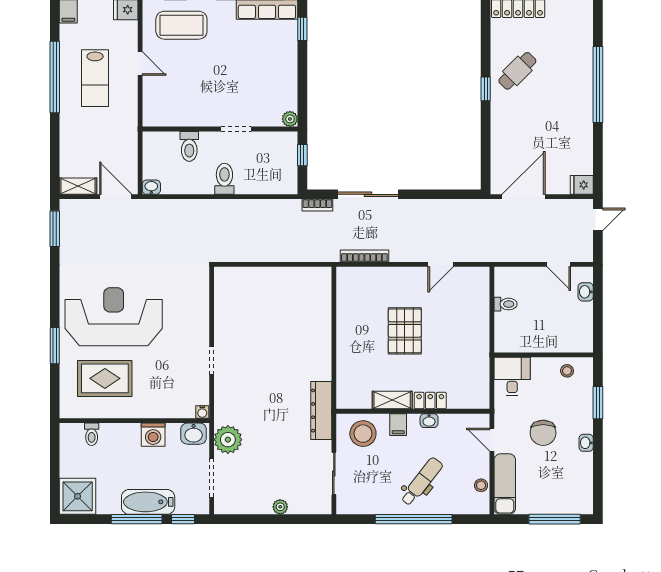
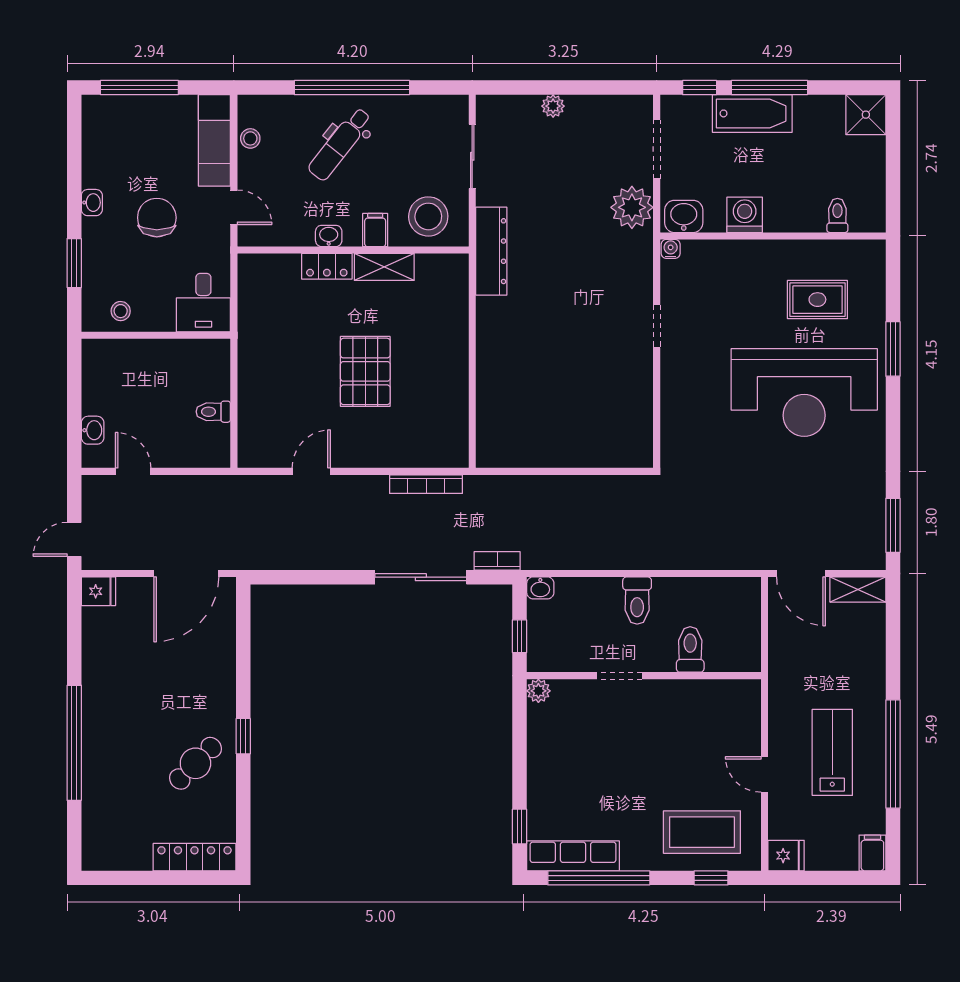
washbasin: (151, 187) -> (540, 588), moved
rug: (105, 378) -> (817, 300), width x0.73, depth x0.70
shower: (78, 496) -> (866, 115), width x0.73, depth x0.73

